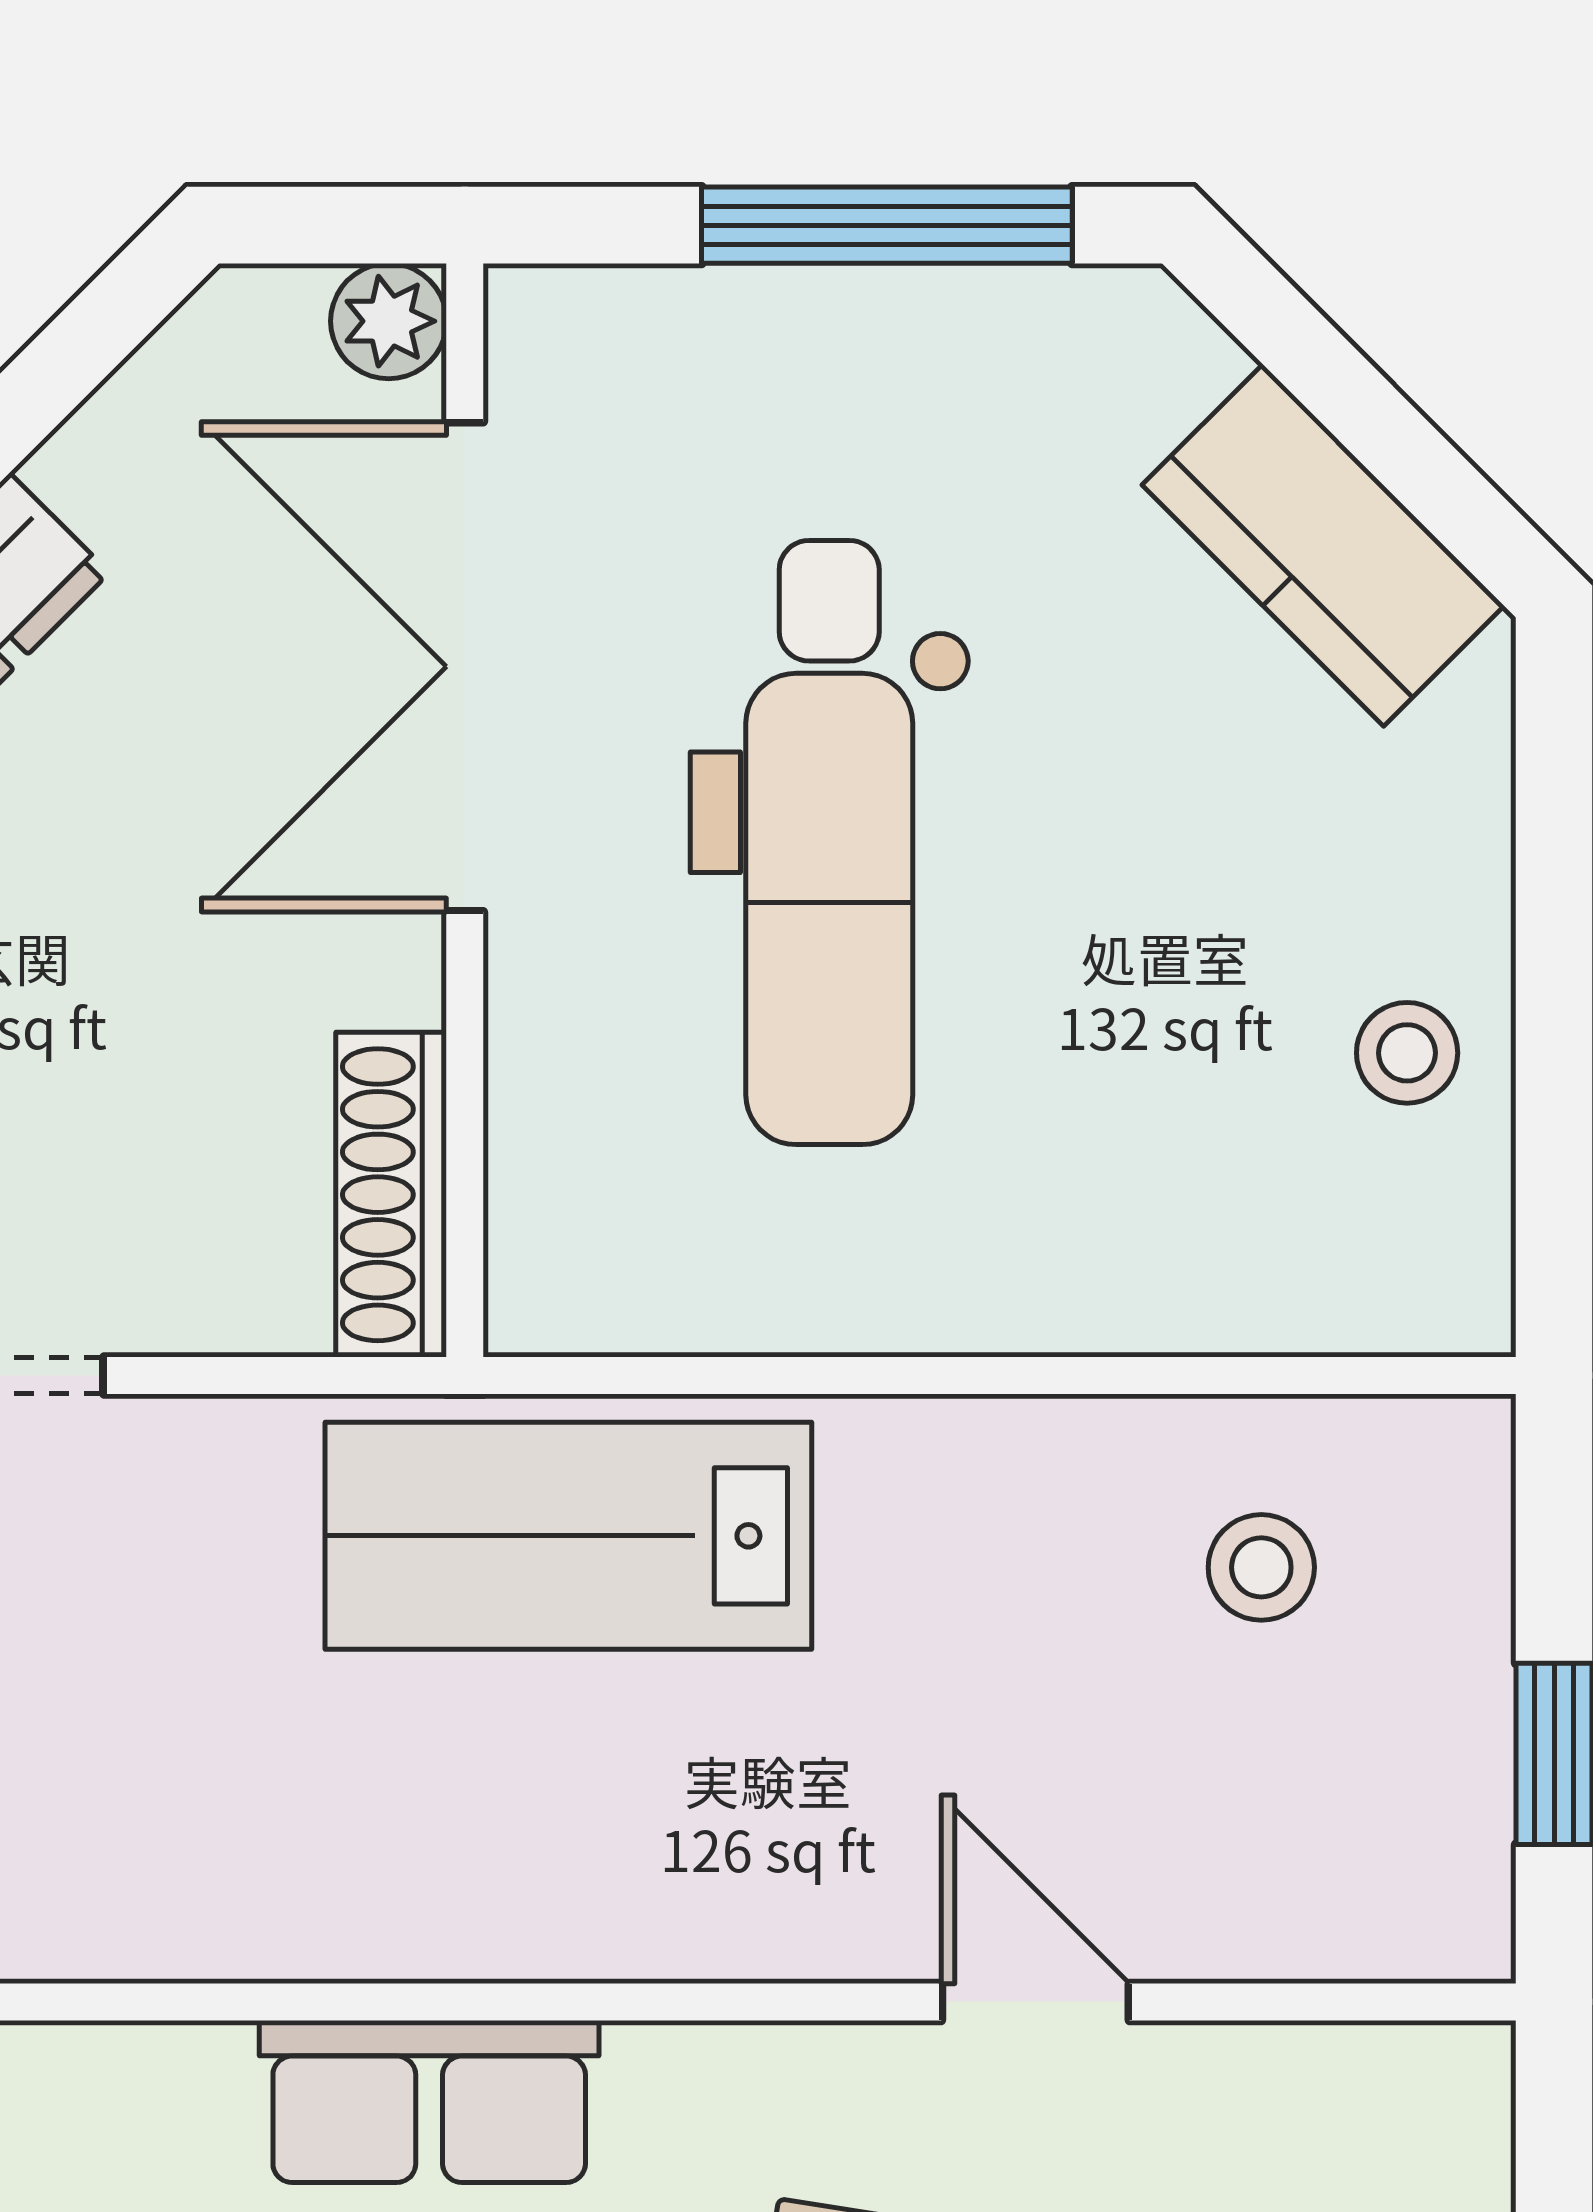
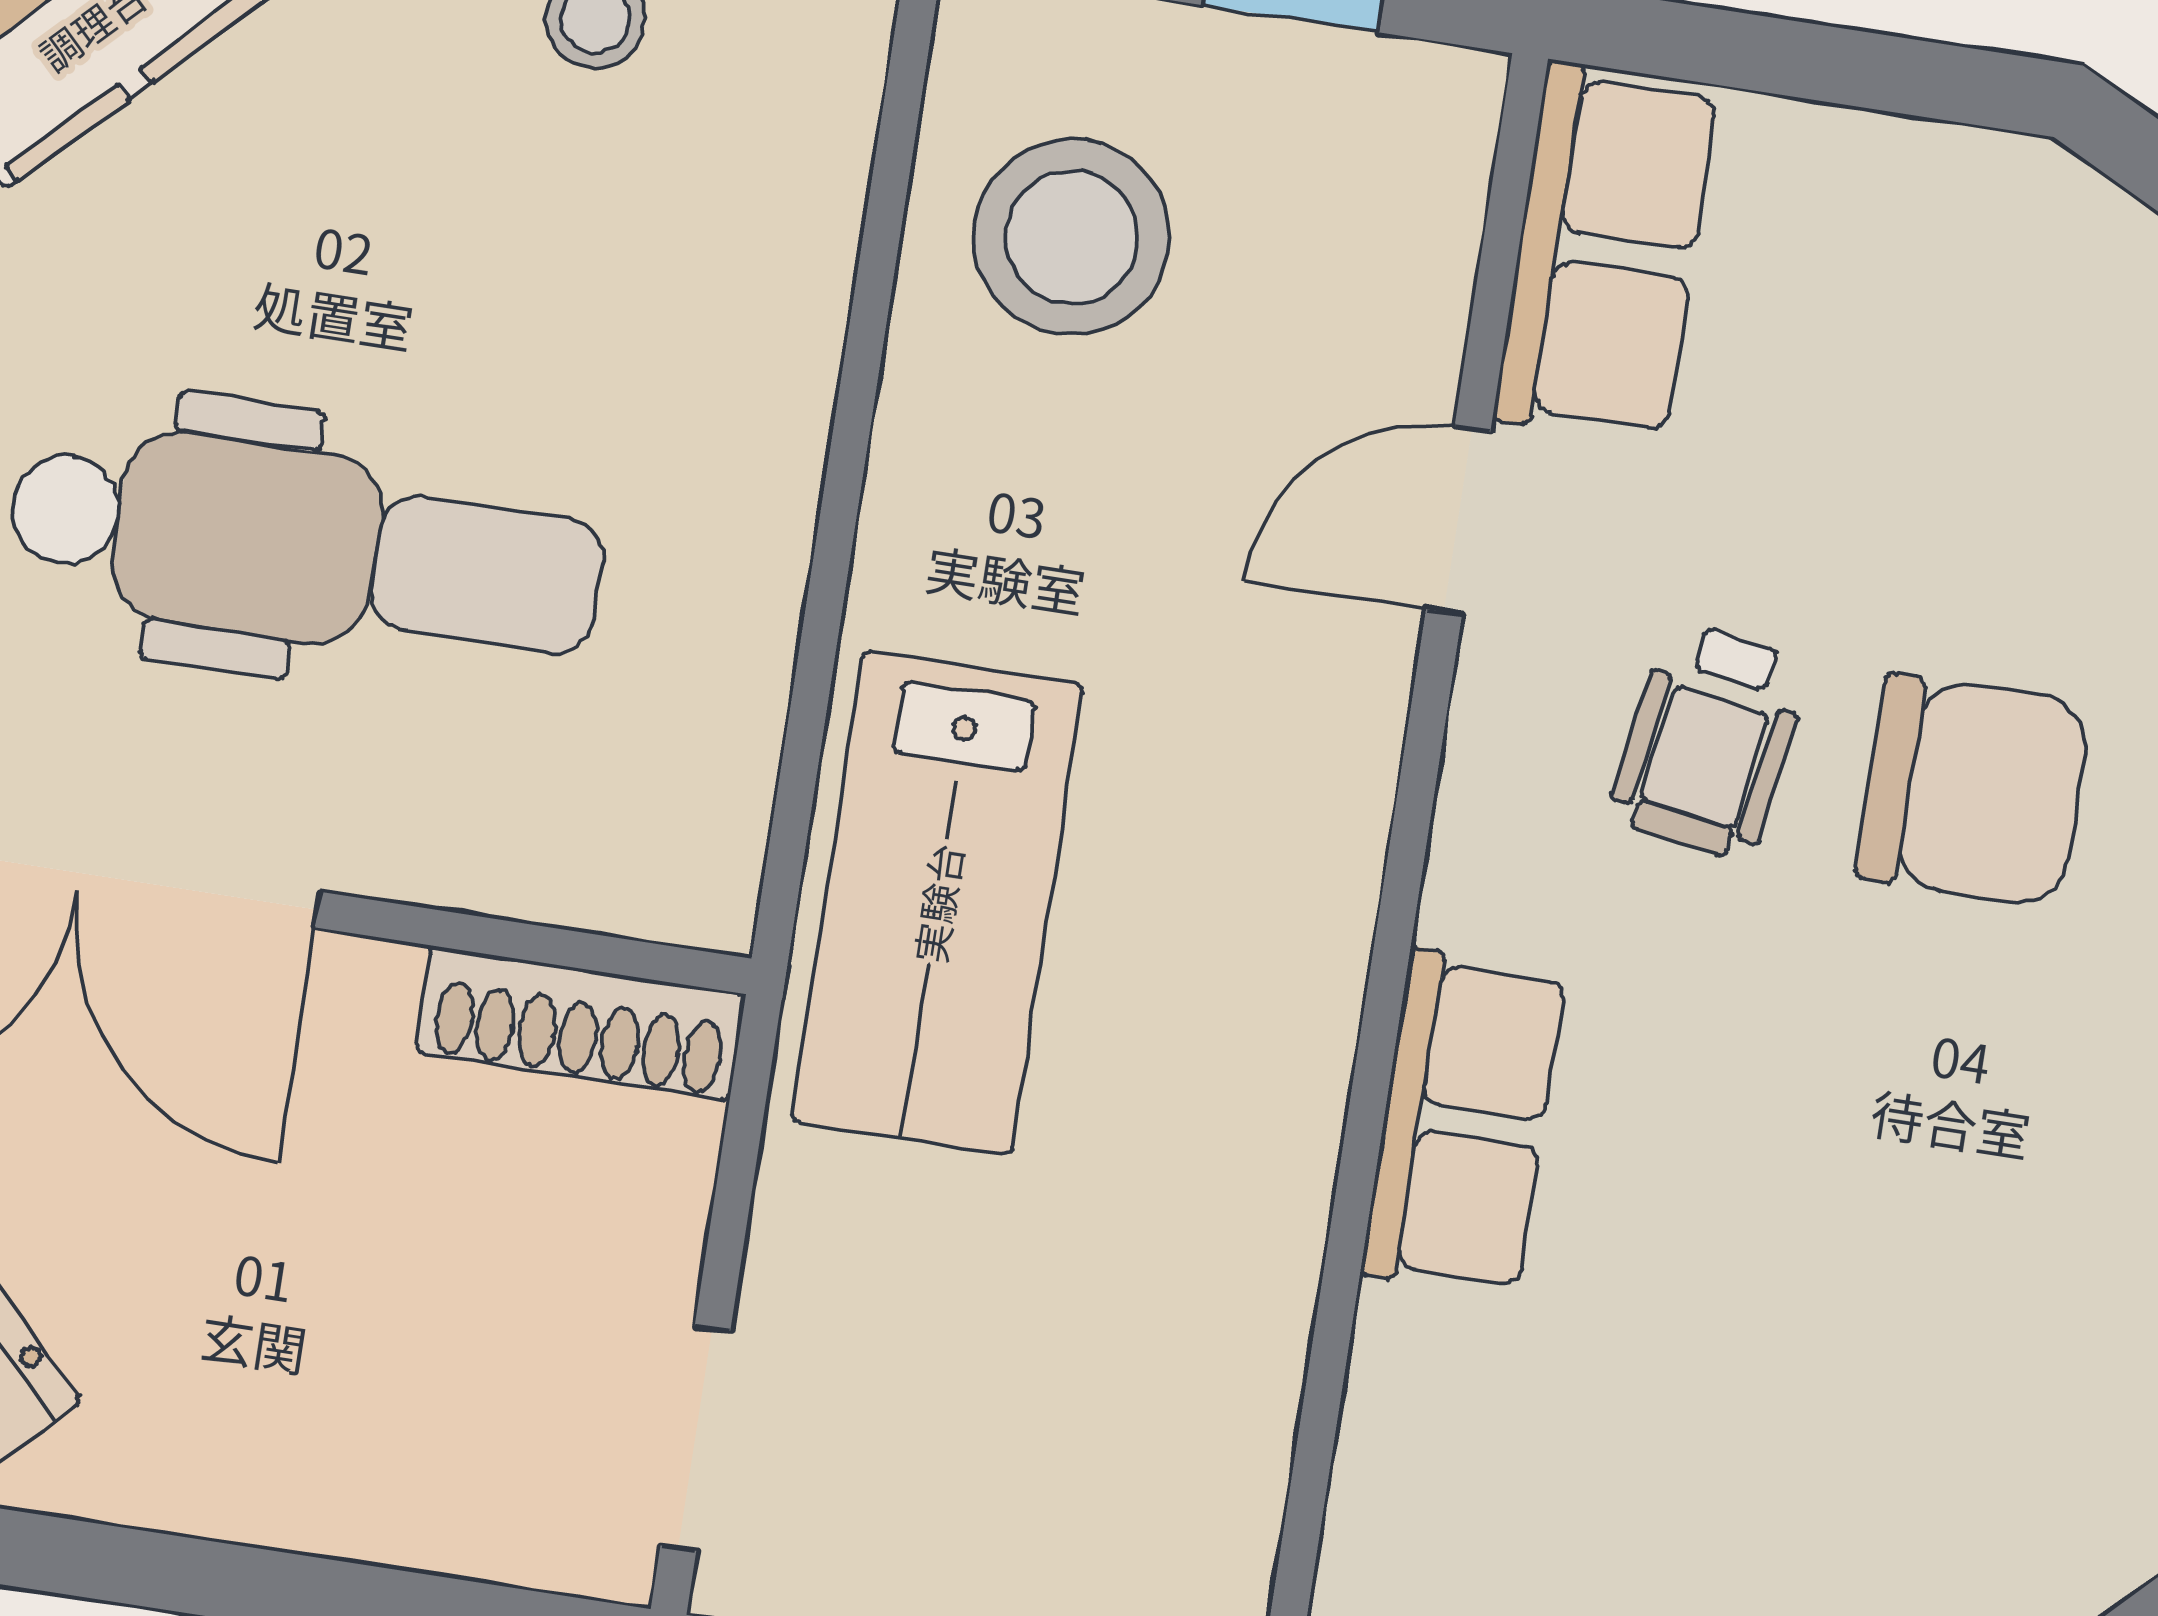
stool: (1261, 1567) -> (1072, 237), width x1.89, depth x1.89
row of seats: (1329, 2109) -> (1606, 252), added

